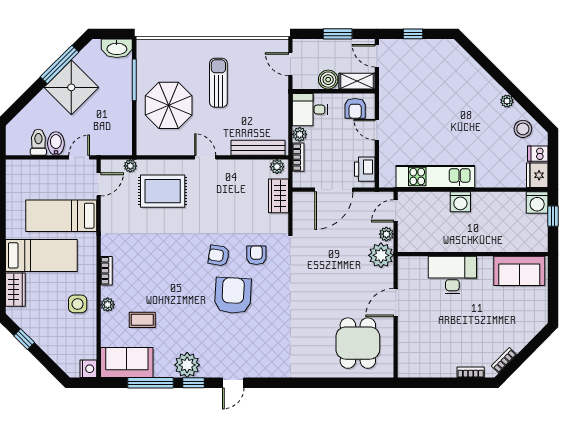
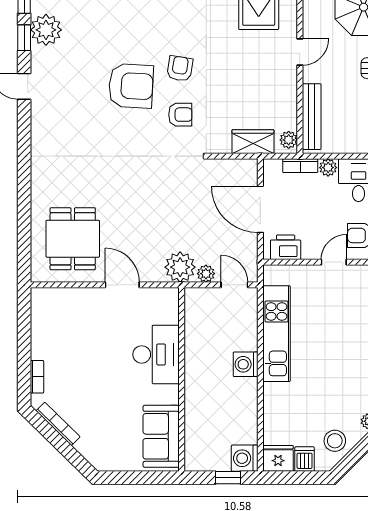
dining table: (358, 343) -> (73, 239), turned 90
bookcase: (504, 360) -> (58, 424), width x1.56

